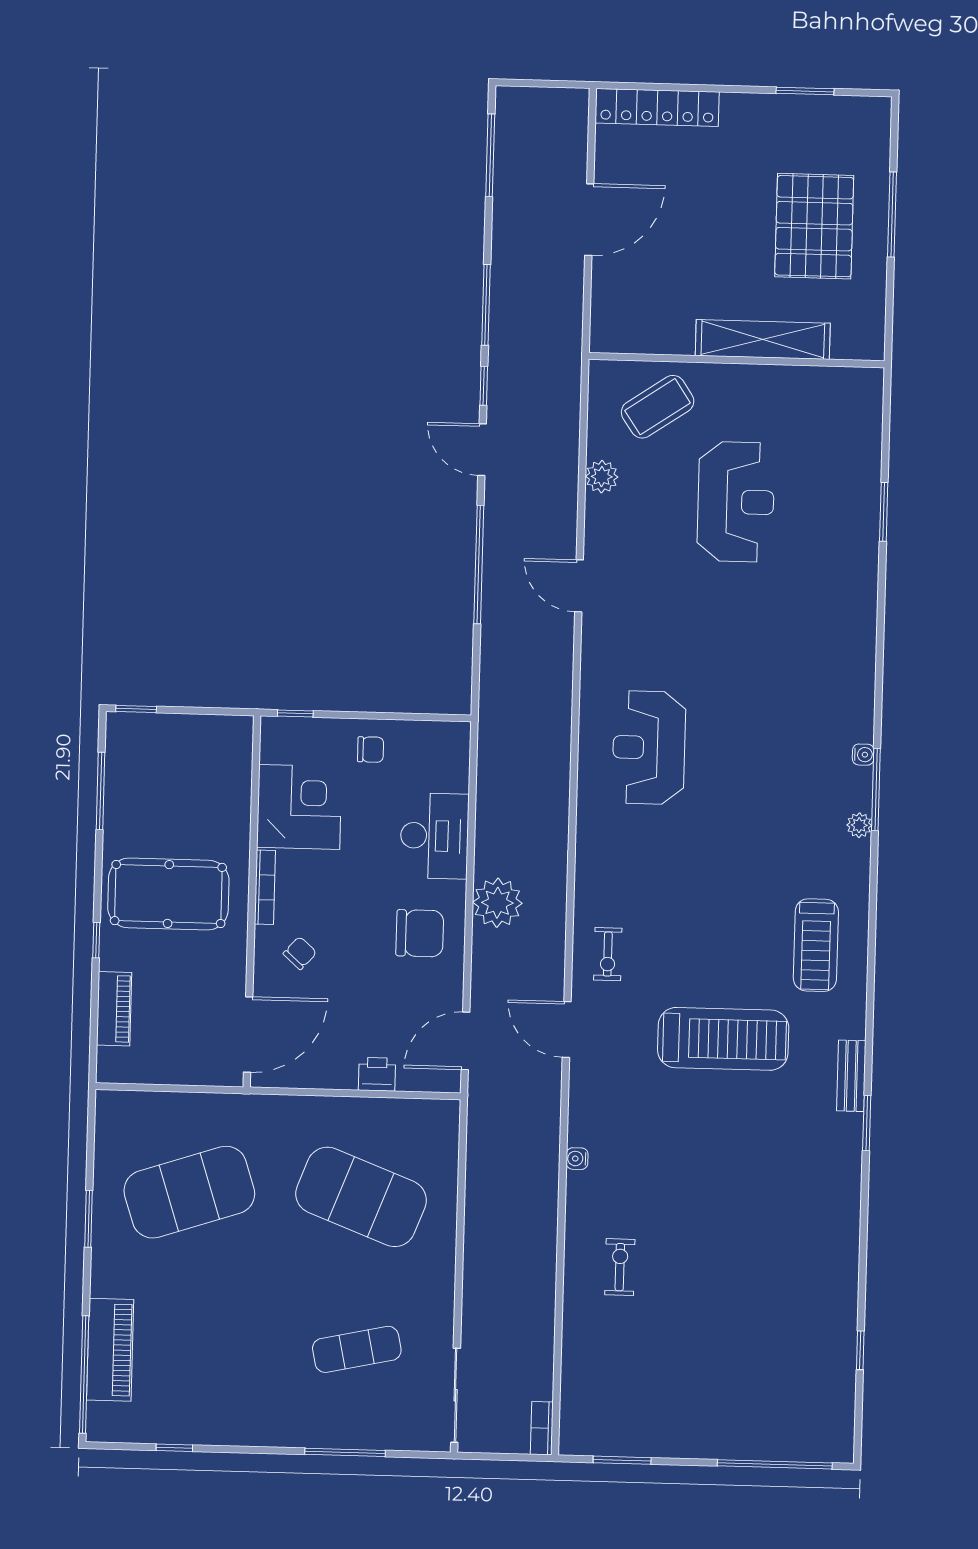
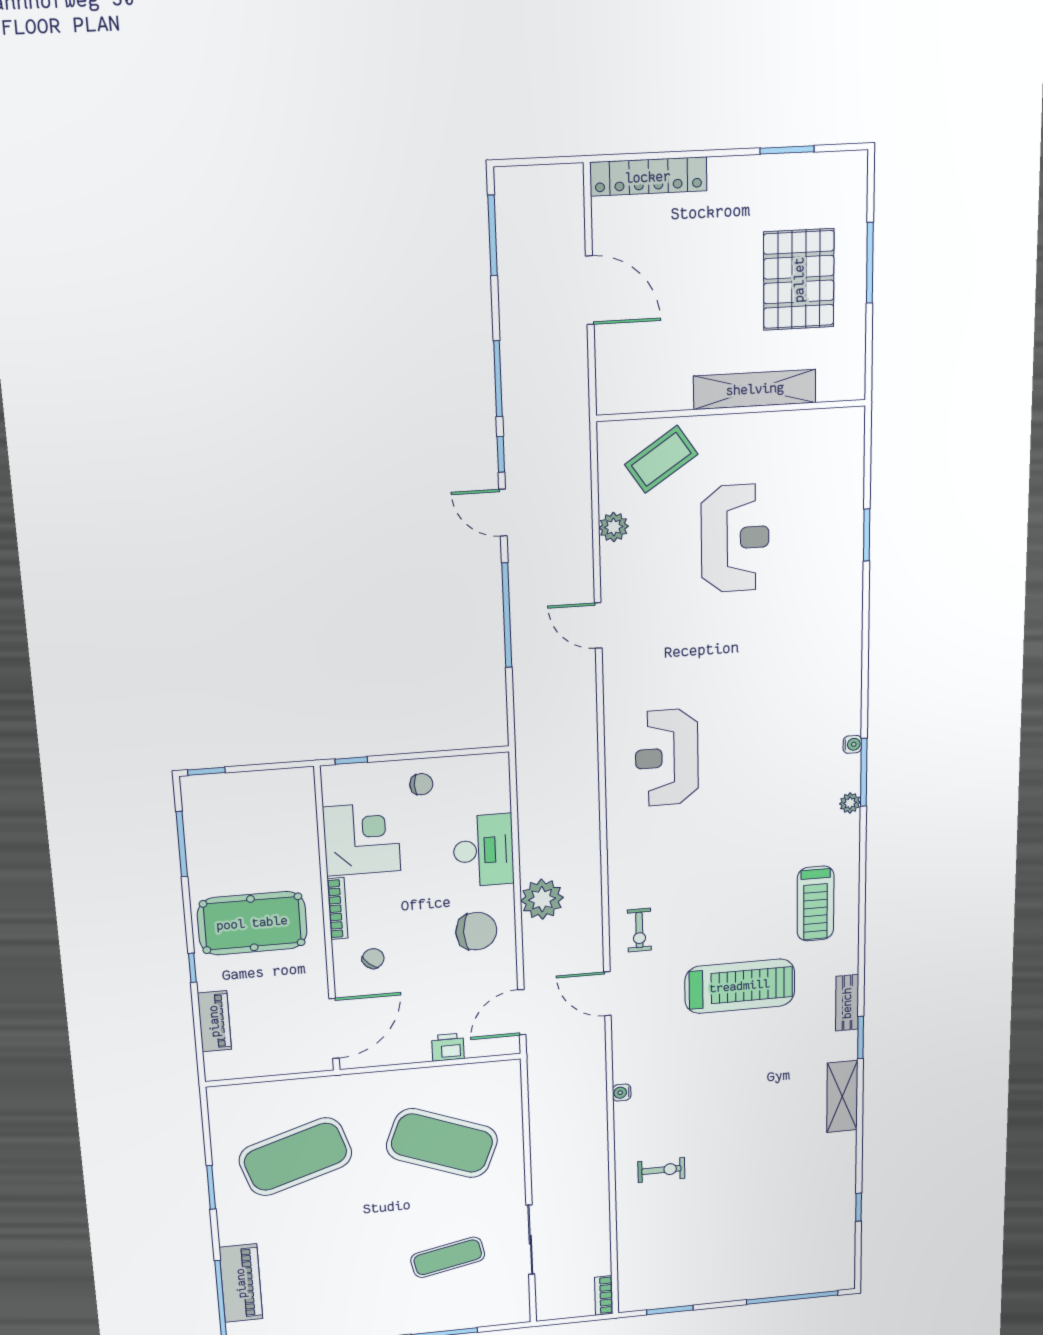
door: (589, 220) -> (590, 290), hinge flipped
shelving: (843, 1198) -> (842, 1097), added
exercise bike: (620, 1267) -> (661, 1170), turned 90
sliding door: (456, 1395) -> (530, 1240), moved

